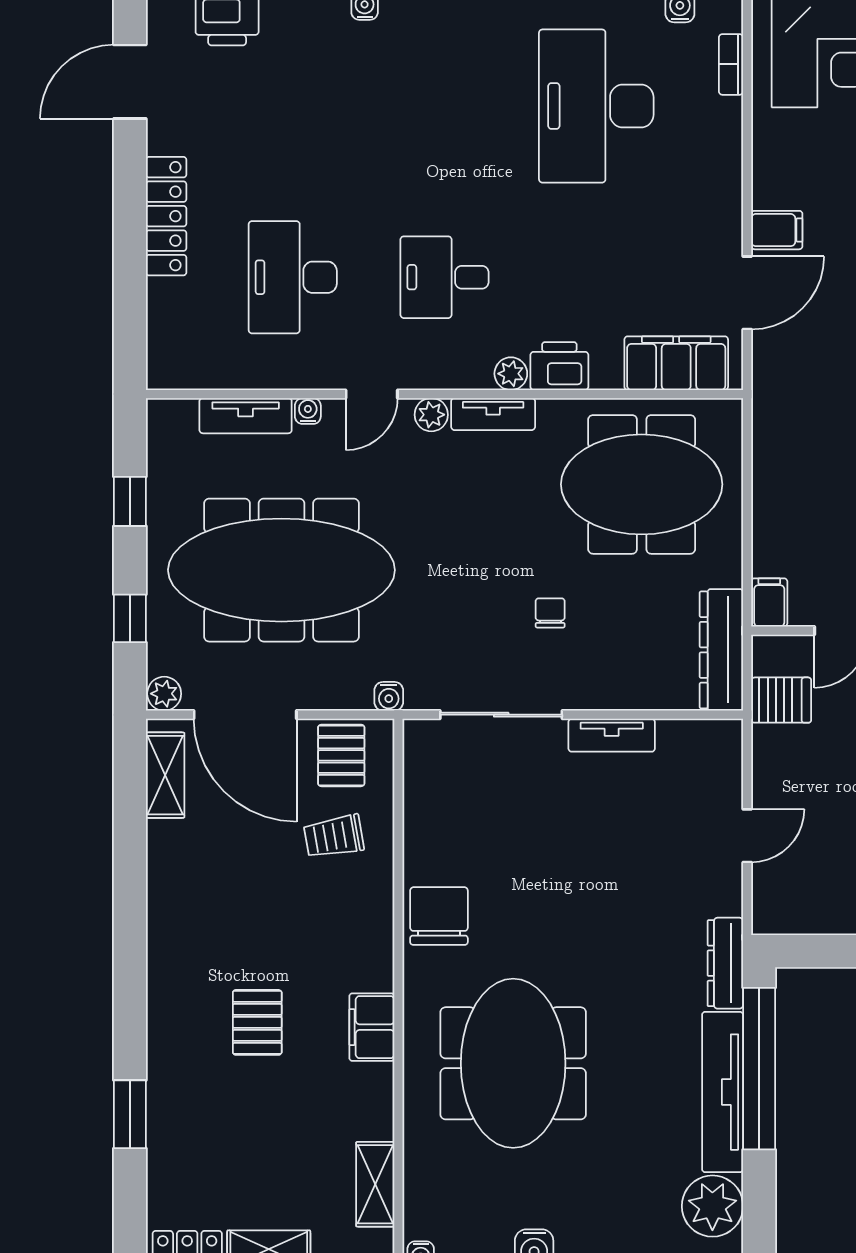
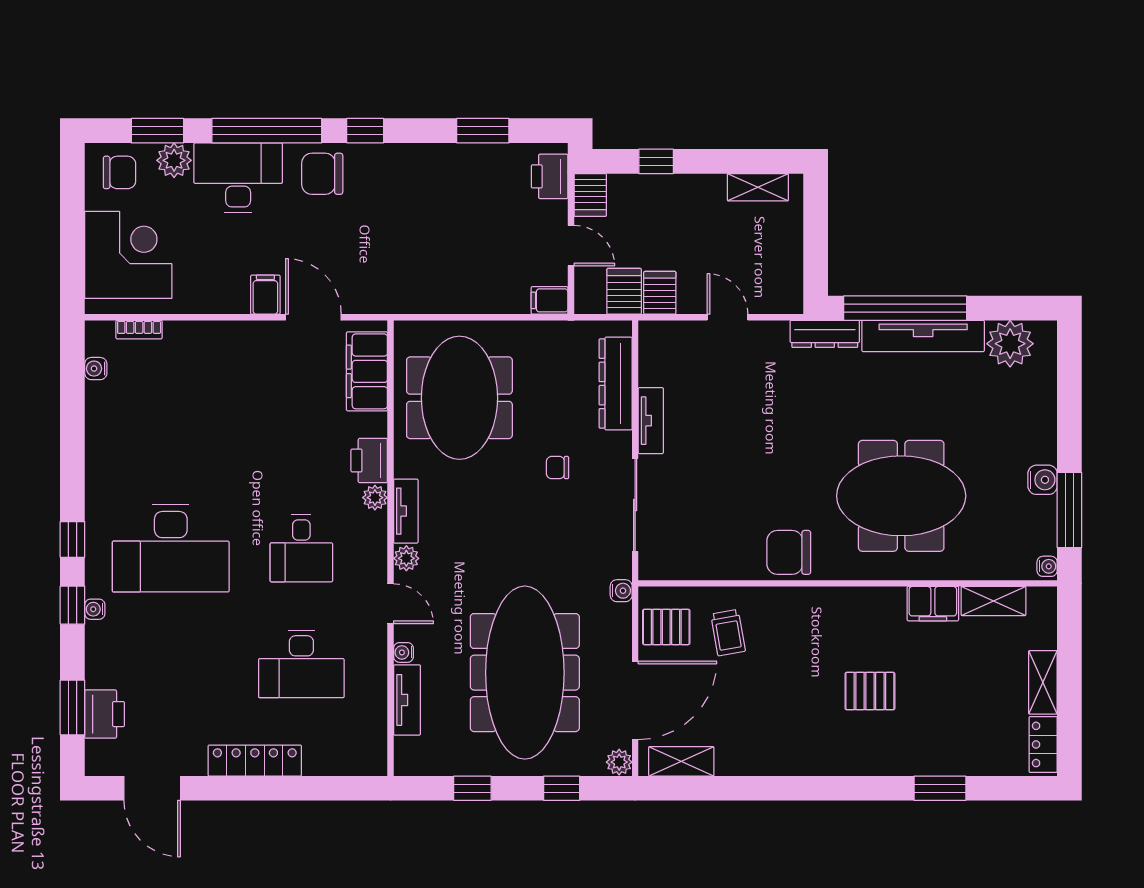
desk: (596, 106) -> (171, 548), moved
dresser: (721, 650) -> (616, 384), moved, turned 90
server rack: (779, 747) -> (660, 293), added
filing cabinet: (372, 1027) -> (933, 604), moved

